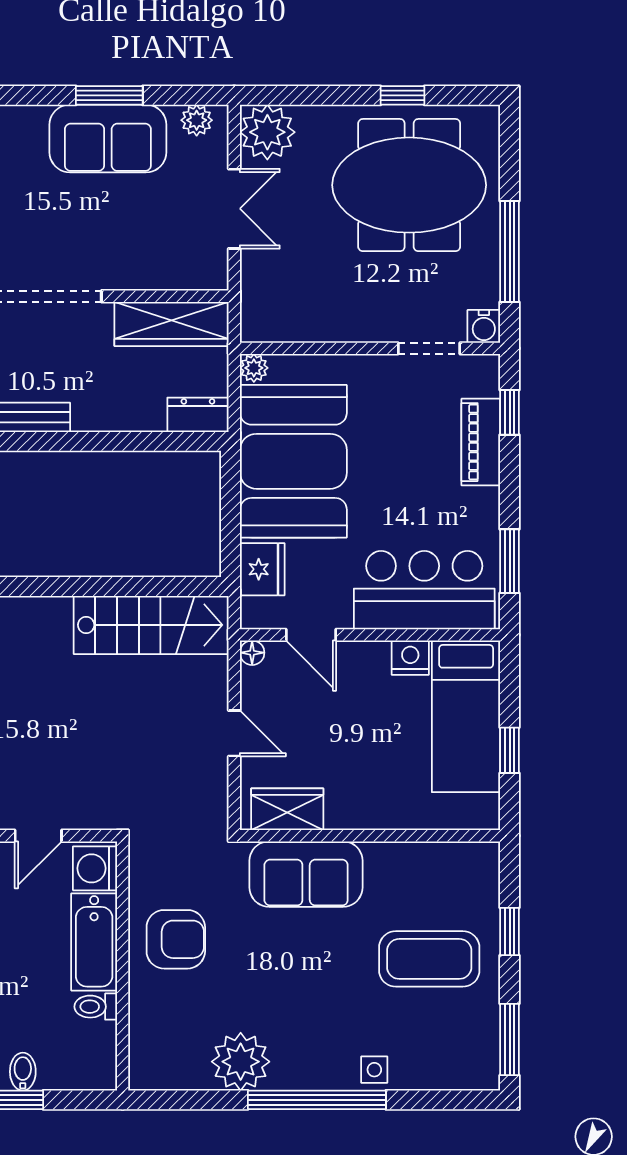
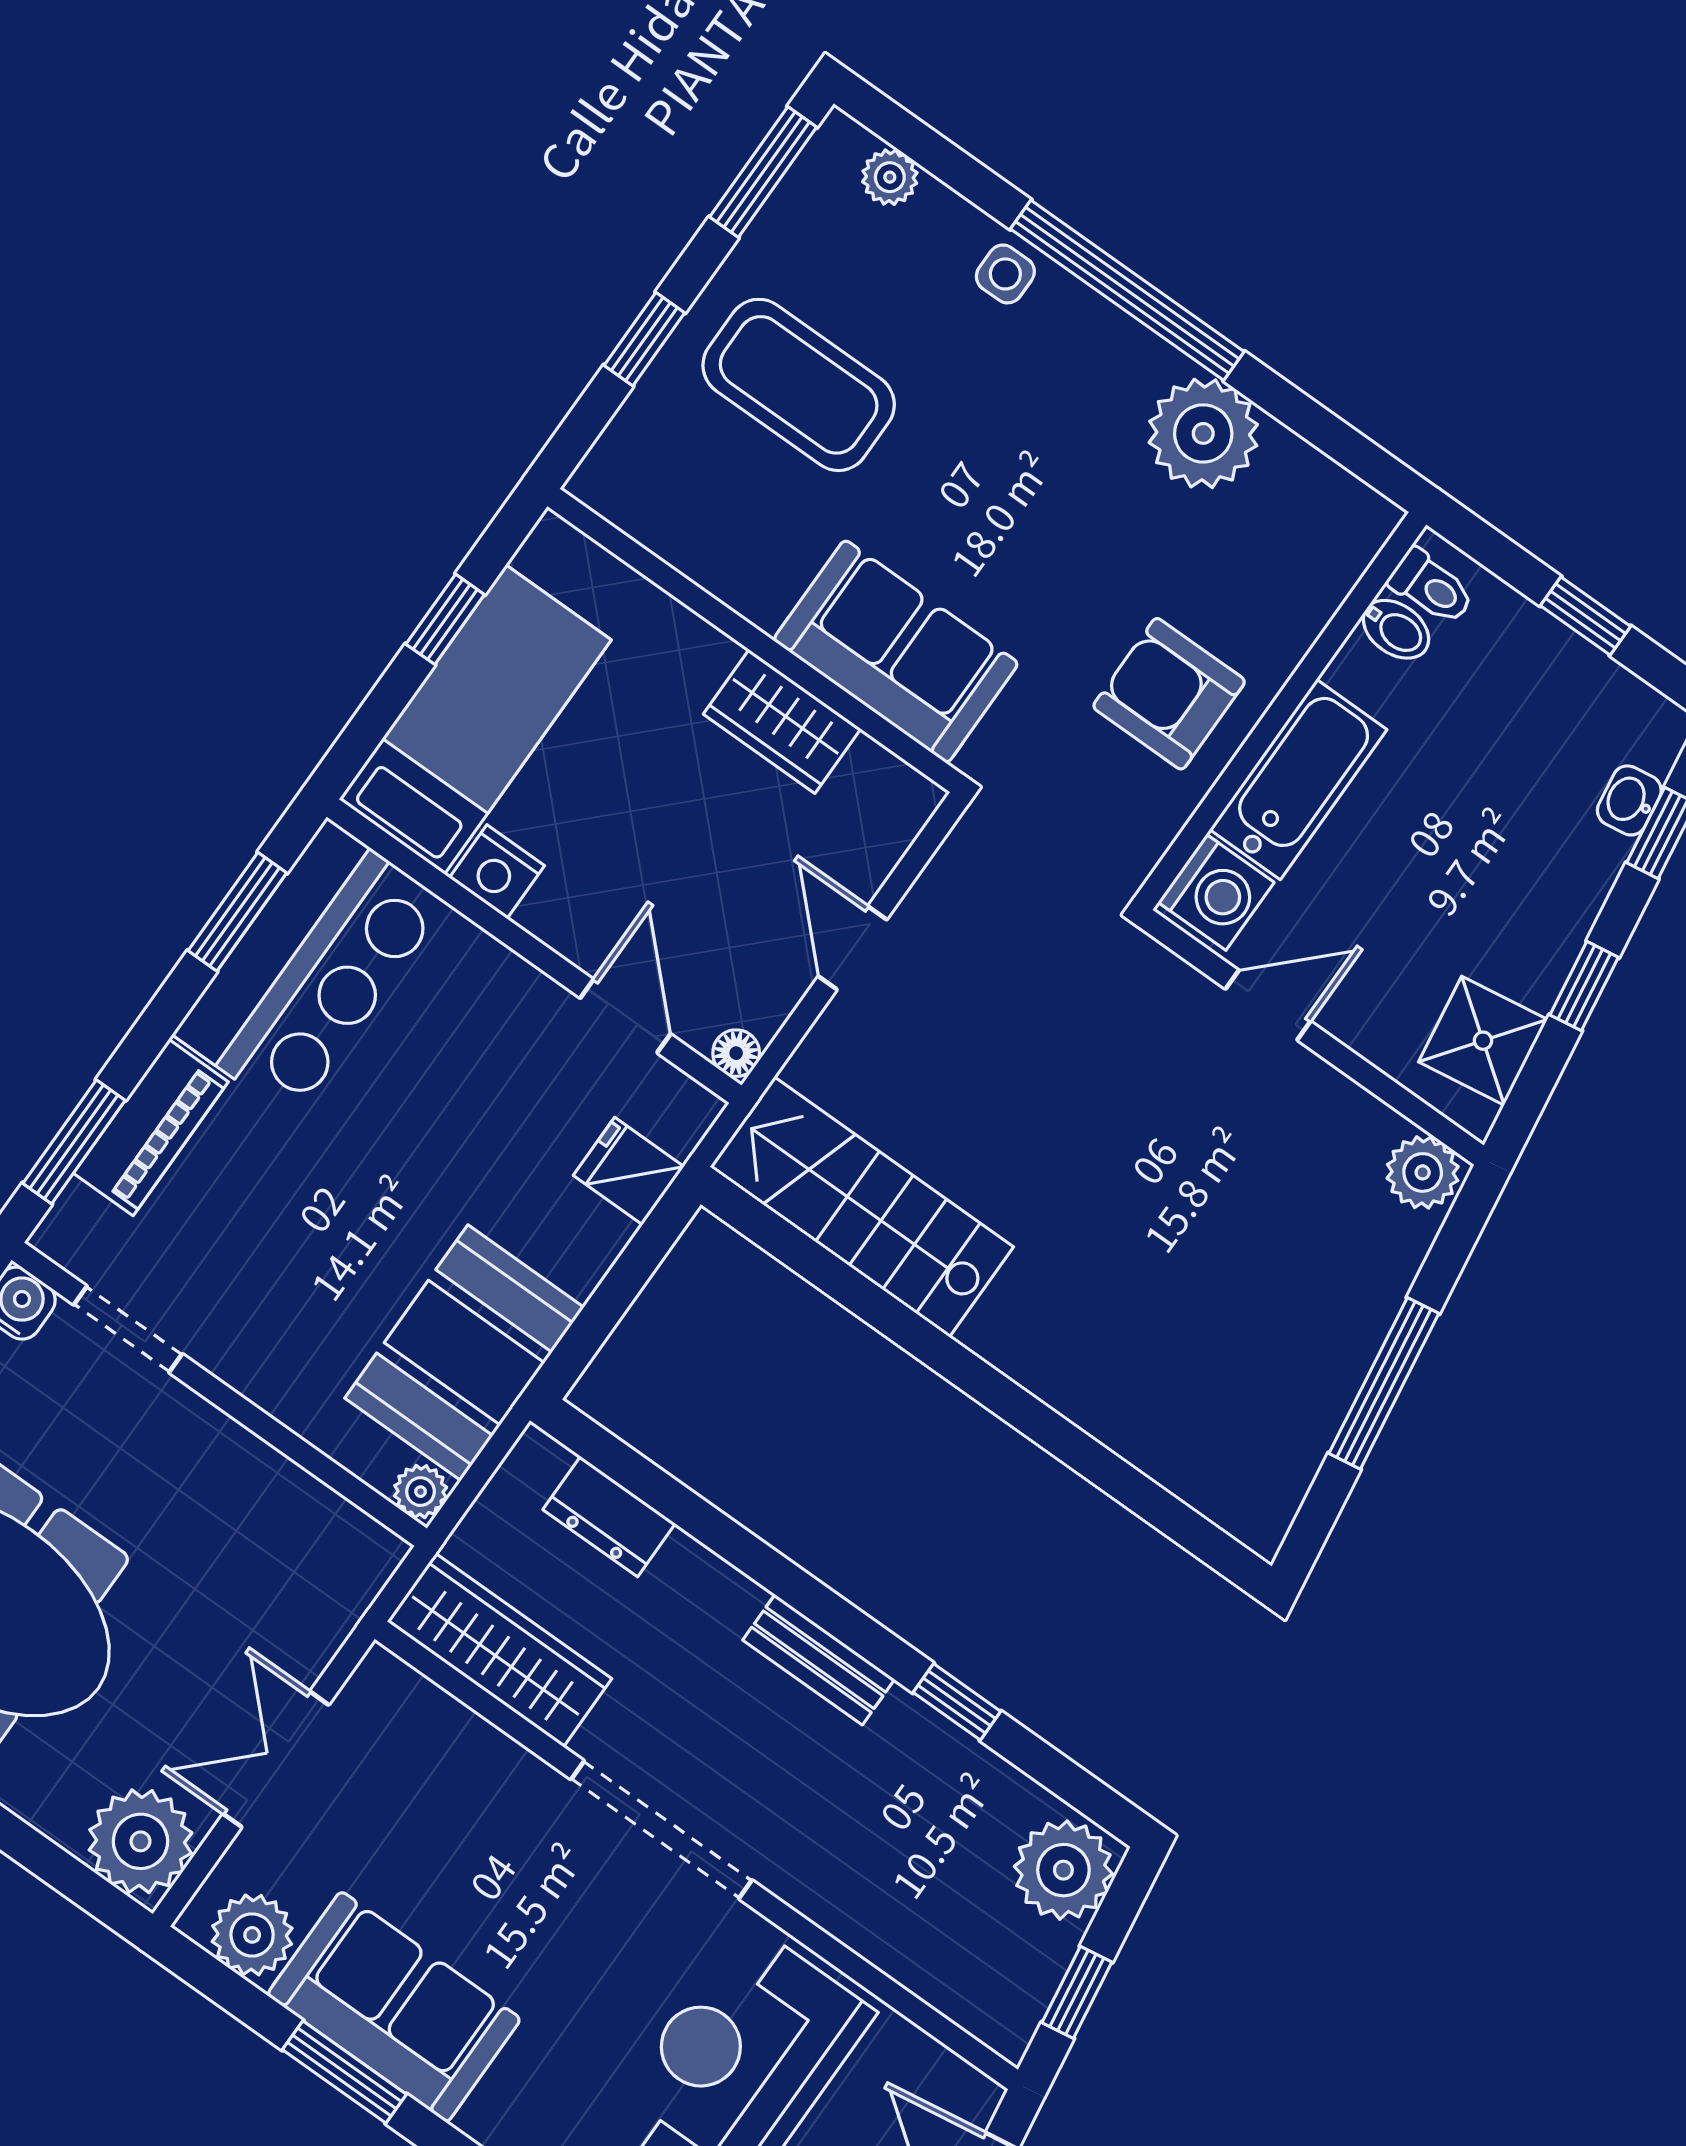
plant: (197, 120) -> (252, 1935), width x1.38, depth x1.38
window: (510, 412) -> (74, 1142), width x1.50
dresser: (198, 415) -> (609, 1517), moved
booth: (293, 461) -> (464, 1353), width x0.73, depth x0.70
fridge: (262, 569) -> (629, 1171), width x0.72
bar counter: (424, 590) -> (310, 969), moved, turned -90
wardrobe: (287, 809) -> (782, 722), moved
toilet: (96, 1007) -> (1431, 587), moved
bidet: (23, 1072) -> (1396, 629), moved, turned -90
plant: (454, 1076) -> (890, 177), added

